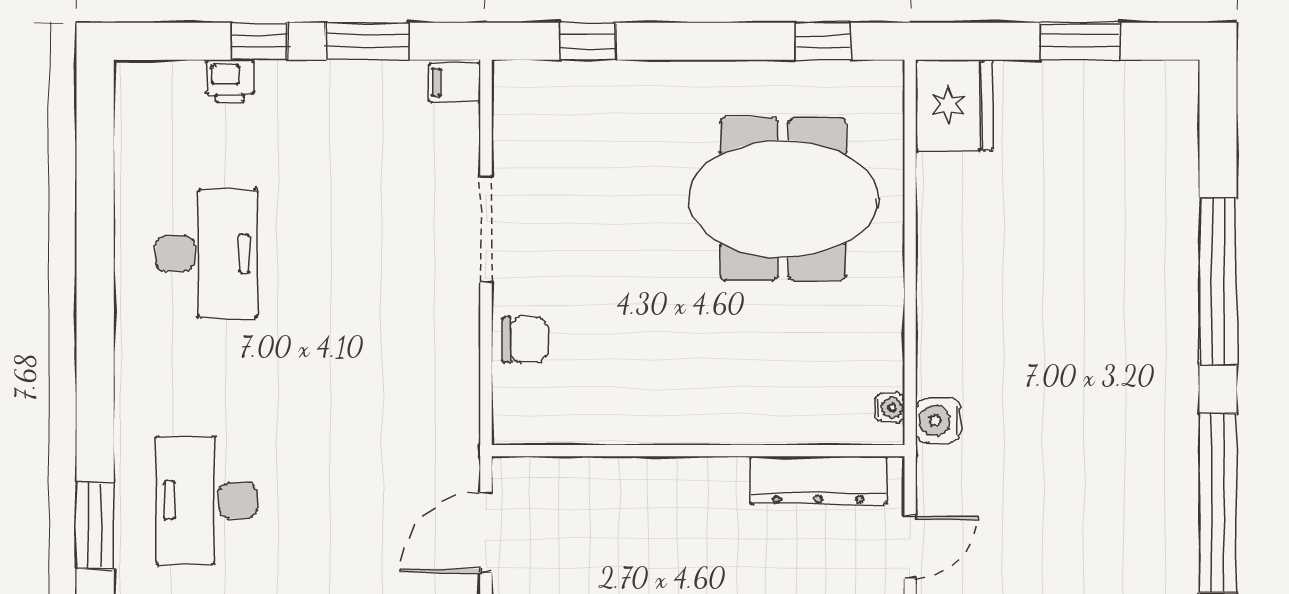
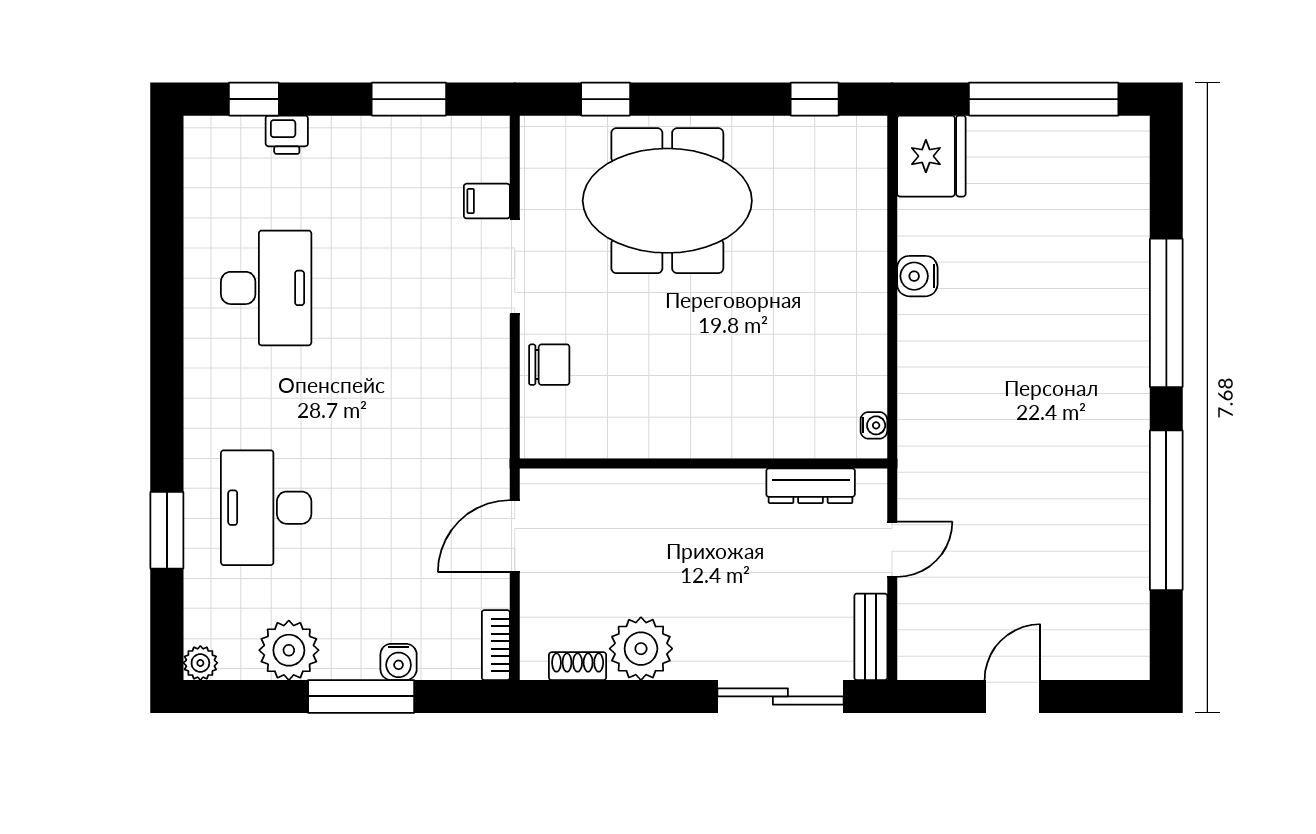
window: (259, 41) -> (254, 99), moved
window: (1080, 41) -> (1044, 99), width x2.11
filing cabinet: (455, 82) -> (487, 201), moved
meeting table: (783, 199) -> (667, 201), moved
water cooler: (938, 420) -> (917, 276), moved
dresser: (818, 480) -> (811, 486), width x0.73, depth x0.80

